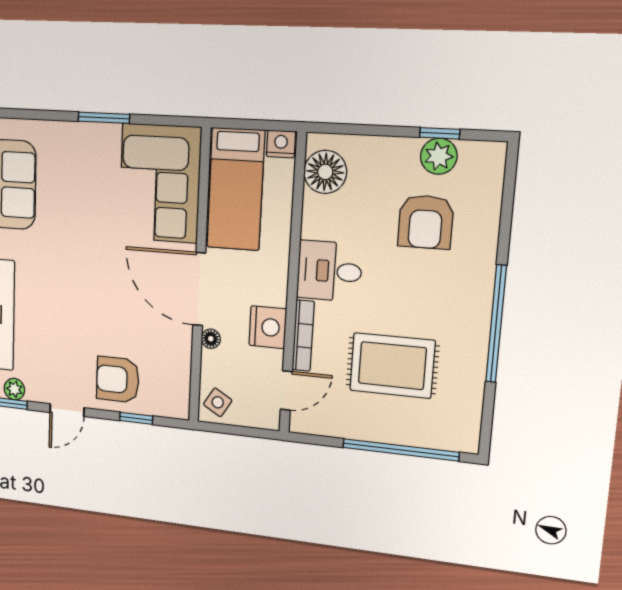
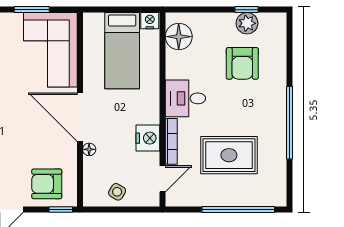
corner sofa: (160, 183) -> (50, 50), moved
wall: (200, 278) -> (80, 110), moved
door: (199, 289) -> (80, 117), moved
floor lamp: (211, 339) -> (89, 149), moved

